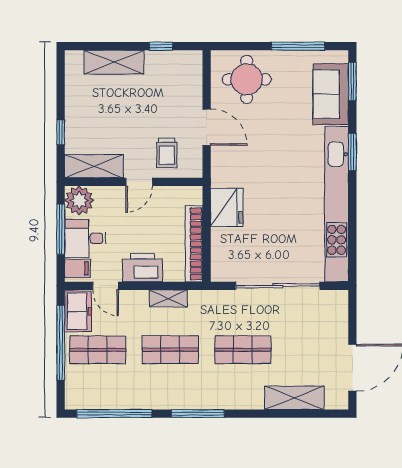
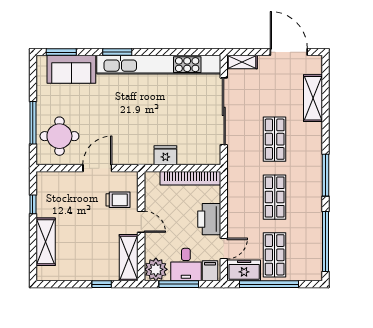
window: (298, 46) -> (33, 123), moved
fridge: (227, 207) -> (165, 155), width x0.73, depth x0.75
shelving: (168, 298) -> (242, 62), moved, turned 90

